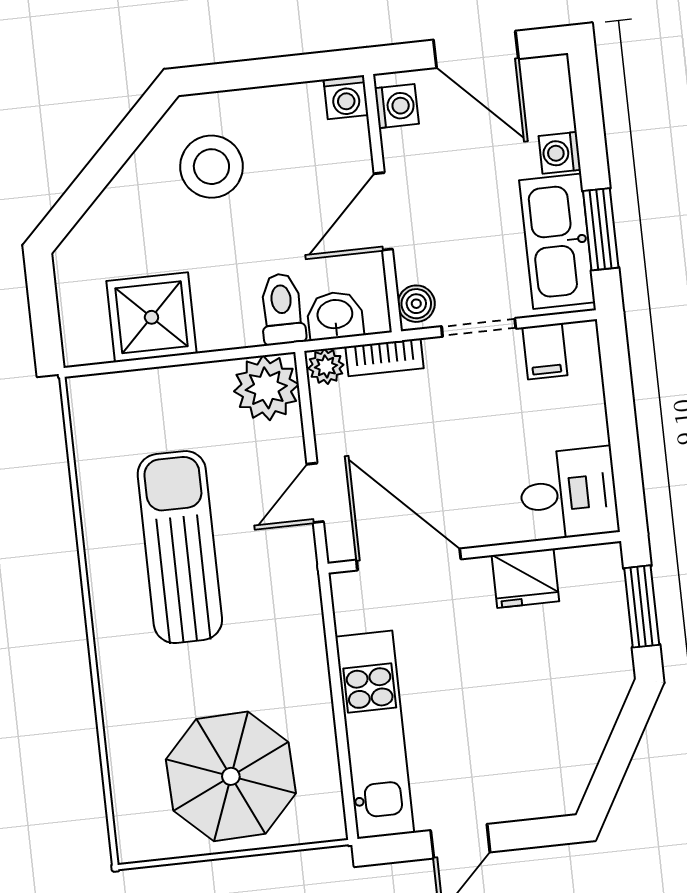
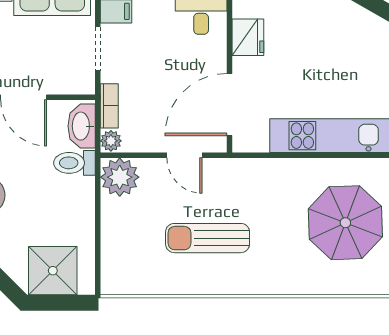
boiler: (416, 304) -> (80, 84), removed
washbasin: (335, 315) -> (82, 126), width x1.38
shower: (151, 317) -> (53, 271), moved
sun lounger: (180, 547) -> (208, 238), width x0.73, depth x0.75

